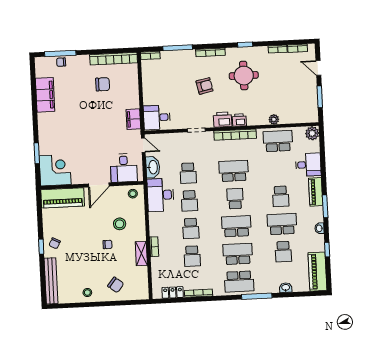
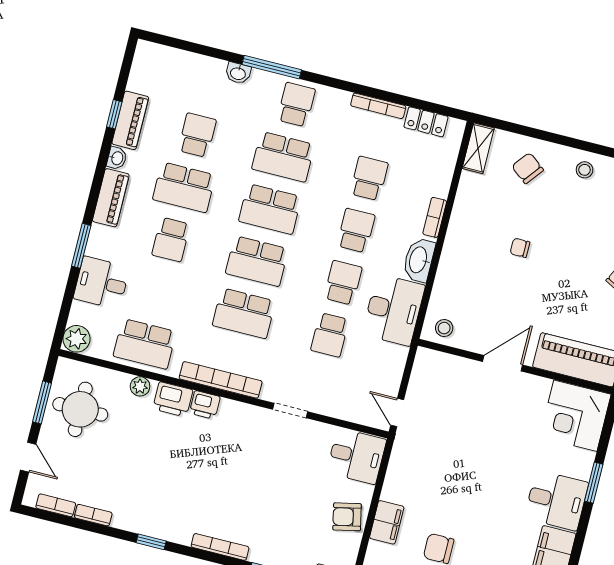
round table: (244, 76) -> (80, 409), moved
armchair: (205, 86) -> (347, 517), moved
filing cabinet: (133, 119) -> (387, 522), moved
printer: (223, 120) -> (173, 399), moved
window: (37, 153) -> (594, 483), moved
washbasin: (153, 167) -> (419, 260), moved
desk: (124, 168) -> (556, 500), moved, turned 90
school desk: (188, 173) -> (330, 335), turned 180
piano: (316, 192) -> (111, 198), moved
school desk: (281, 196) -> (171, 239), turned 180
school desk: (235, 199) -> (257, 261), width x1.85
window: (325, 206) -> (81, 246), moved
stool: (120, 224) -> (486, 279), removed
shelving: (141, 253) -> (478, 148), moved
piano: (317, 272) -> (130, 120), moved, width x0.73, depth x0.75
school desk: (239, 282) -> (296, 105), width x0.54
washbasin: (286, 288) -> (238, 73), moved

